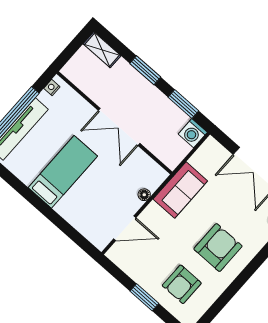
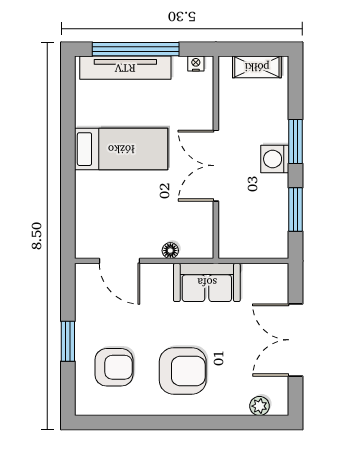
shelving: (102, 50) -> (257, 67), moved, turned 90
washing machine: (193, 133) -> (275, 159), moved
armchair: (182, 284) -> (114, 367), turned 180

